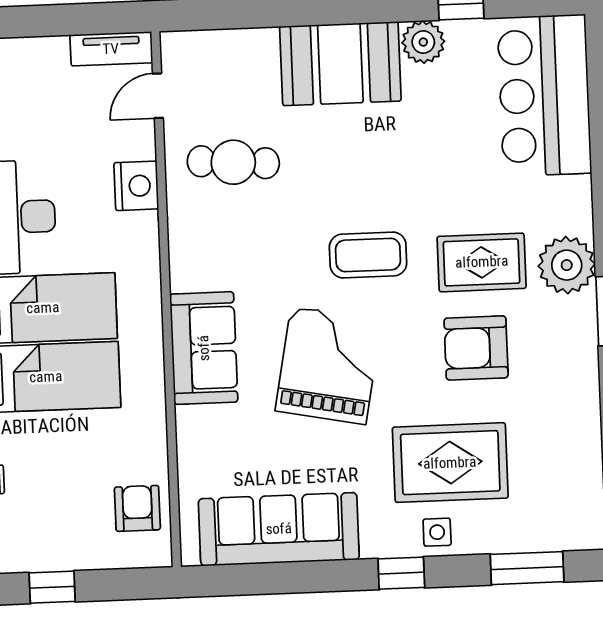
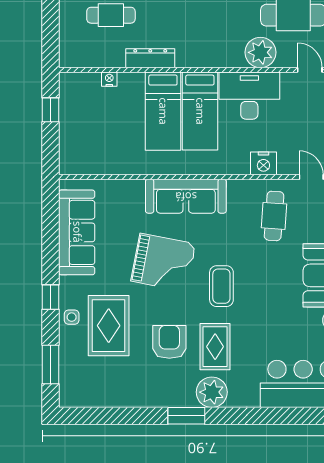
sofa: (204, 348) -> (186, 196), width x1.36
armchair: (137, 508) -> (91, 157), removed

